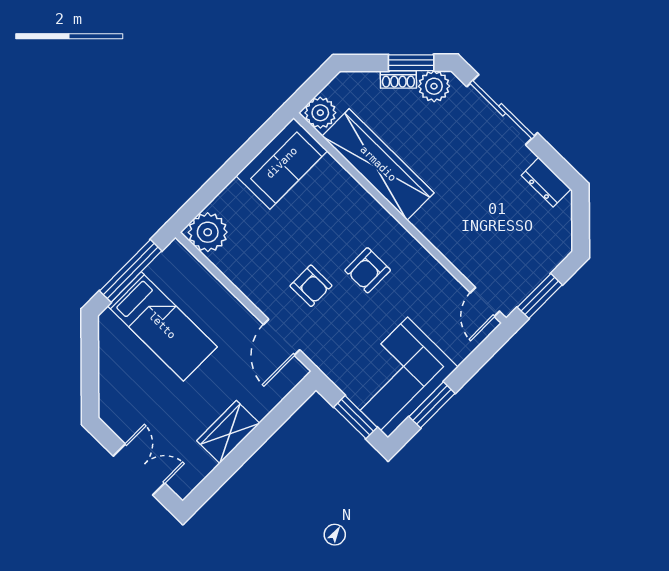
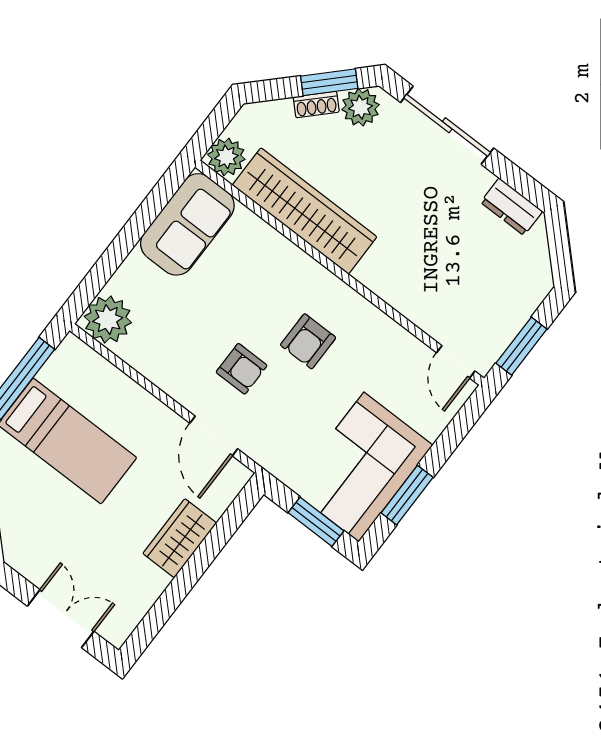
wardrobe: (228, 432) -> (180, 538), moved

